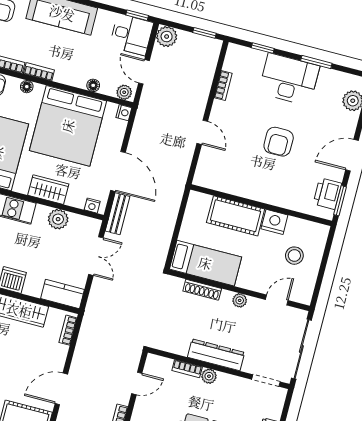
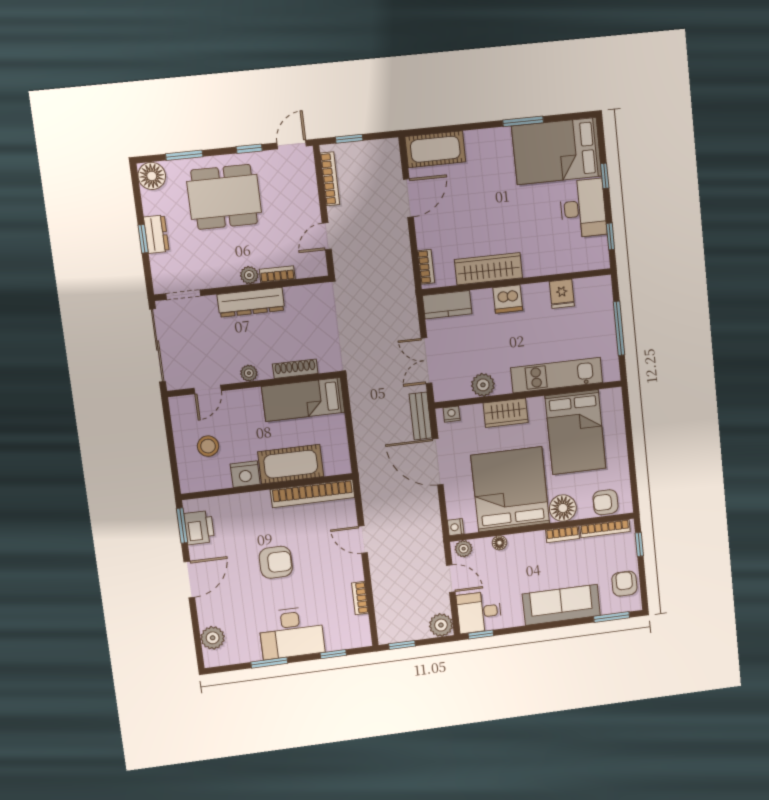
floor lamp: (27, 87) -> (563, 508), width x1.89, depth x1.89
armchair: (279, 142) -> (276, 562), turned 90
bookcase: (228, 185) -> (313, 494), added

